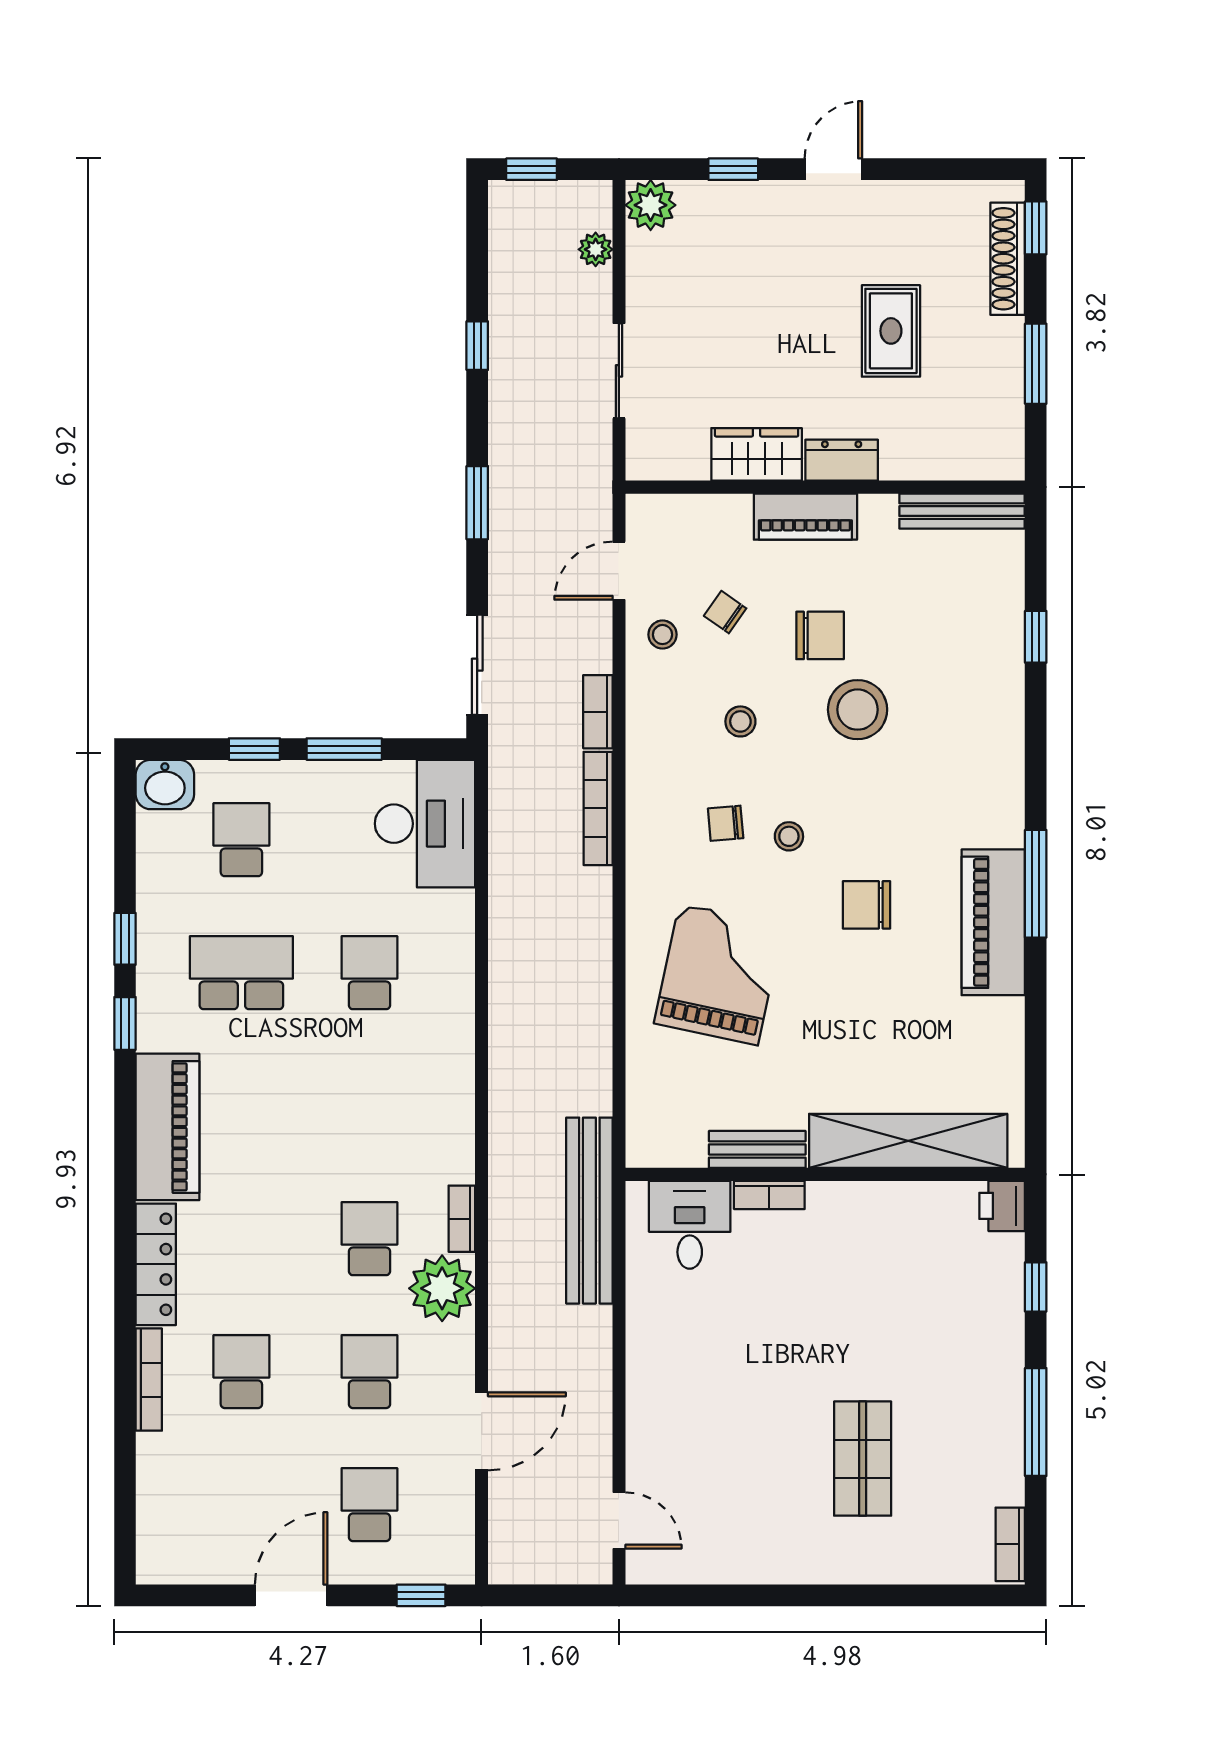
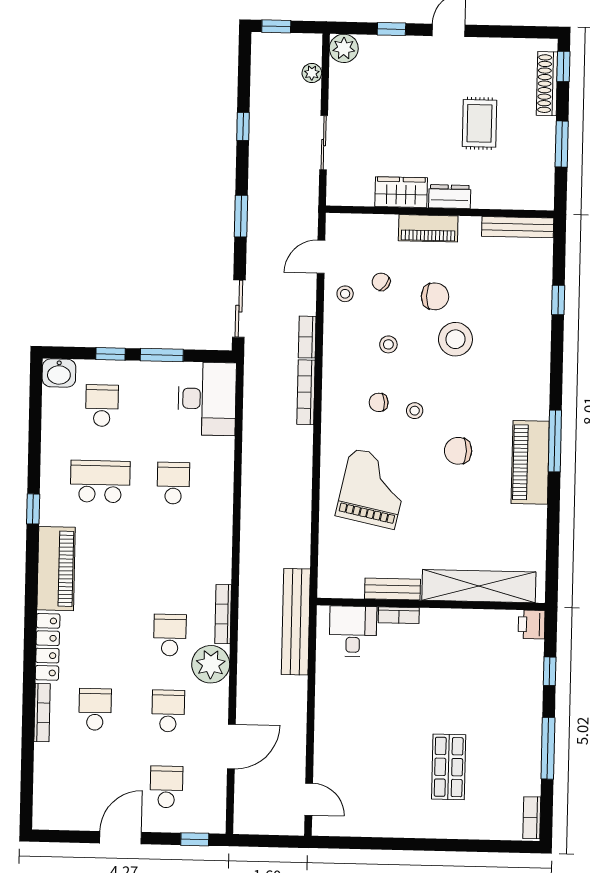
window: (125, 939) -> (34, 461), removed
bookcase: (462, 1219) -> (223, 614), width x1.56

